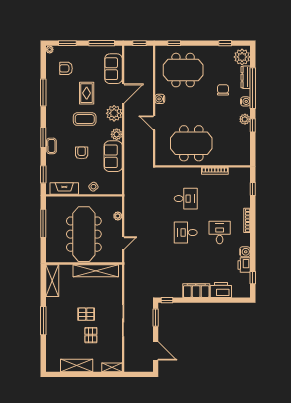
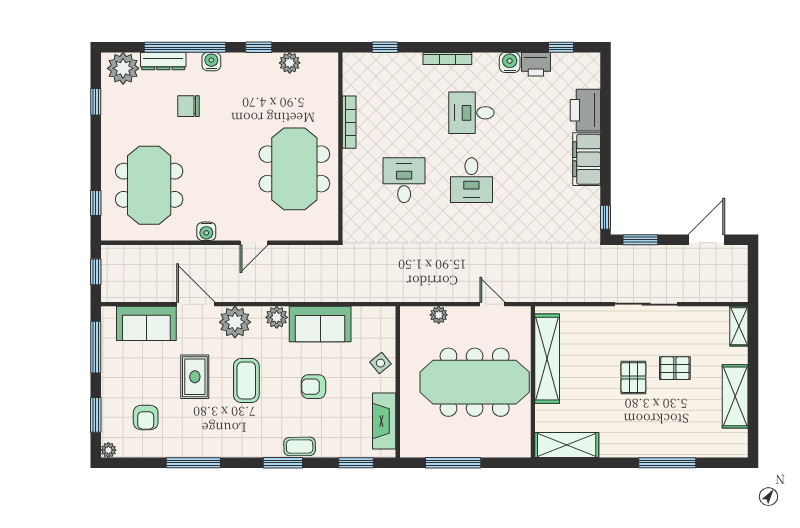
rug: (87, 93) -> (195, 377), turned 90
plant: (245, 119) -> (290, 63), moved
window: (43, 321) -> (667, 463), moved

